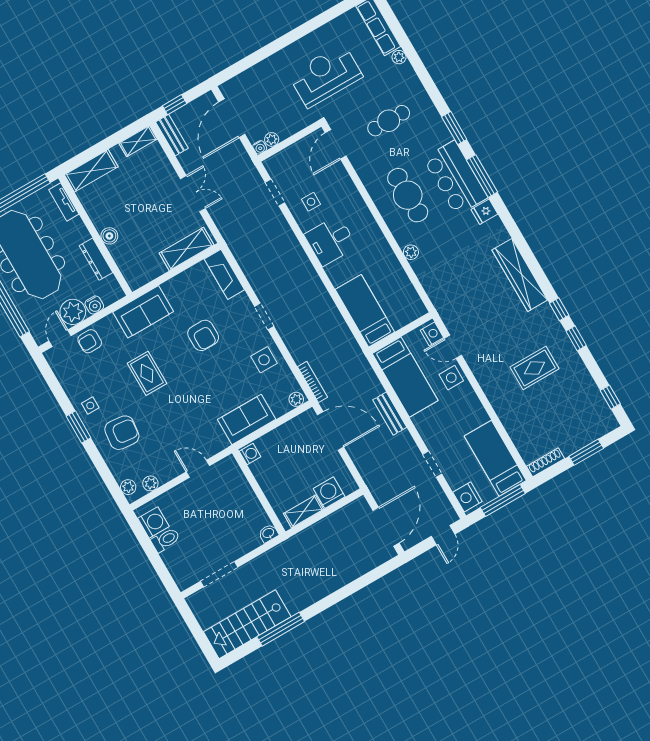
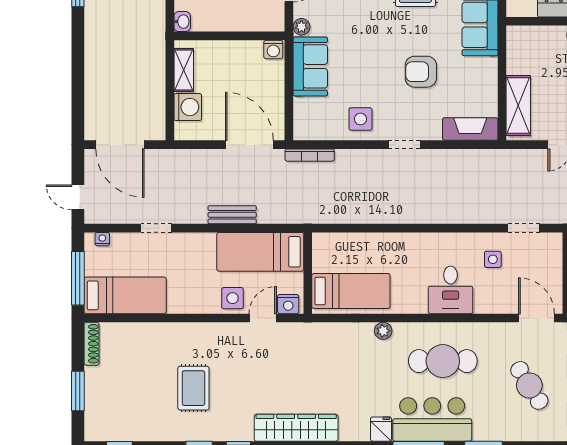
cafe table: (389, 121) -> (529, 385), turned -32
desk: (330, 241) -> (451, 290), moved, turned 180
bed: (365, 311) -> (351, 291), moved
plant: (296, 399) -> (301, 27), moved
door: (331, 431) -> (249, 145), swing flipped
nightstand: (467, 497) -> (102, 239), width x0.53, depth x0.56

